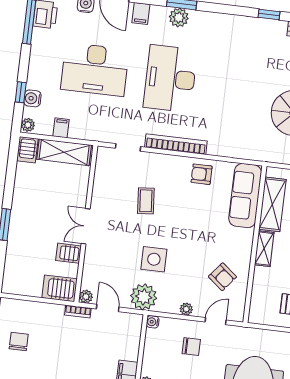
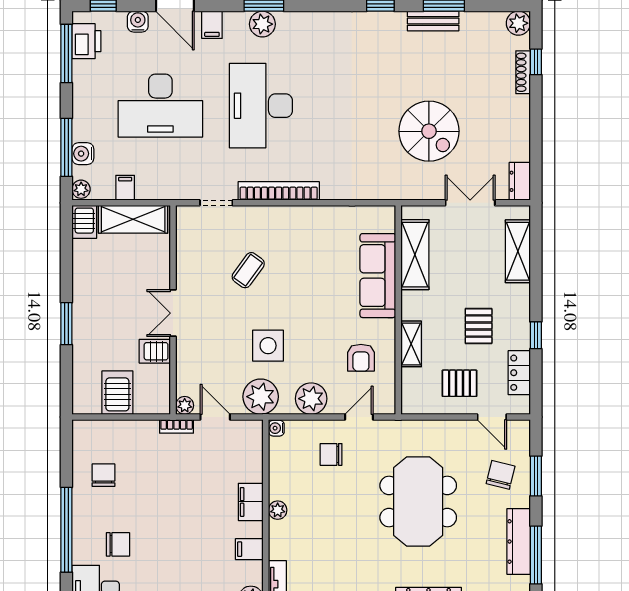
window: (21, 92) -> (66, 147), width x2.17
armchair: (202, 174) -> (317, 226), removed
sofa: (245, 196) -> (378, 276), moved
coffee table: (146, 201) -> (248, 270), turned 41
shelving: (264, 249) -> (411, 344), moved
armchair: (222, 277) -> (361, 358), turned 51
server rack: (60, 288) -> (117, 393), moved, turned 90
plant: (186, 309) -> (311, 399), width x1.88, depth x1.88
chair: (191, 347) -> (331, 454), turned 180

